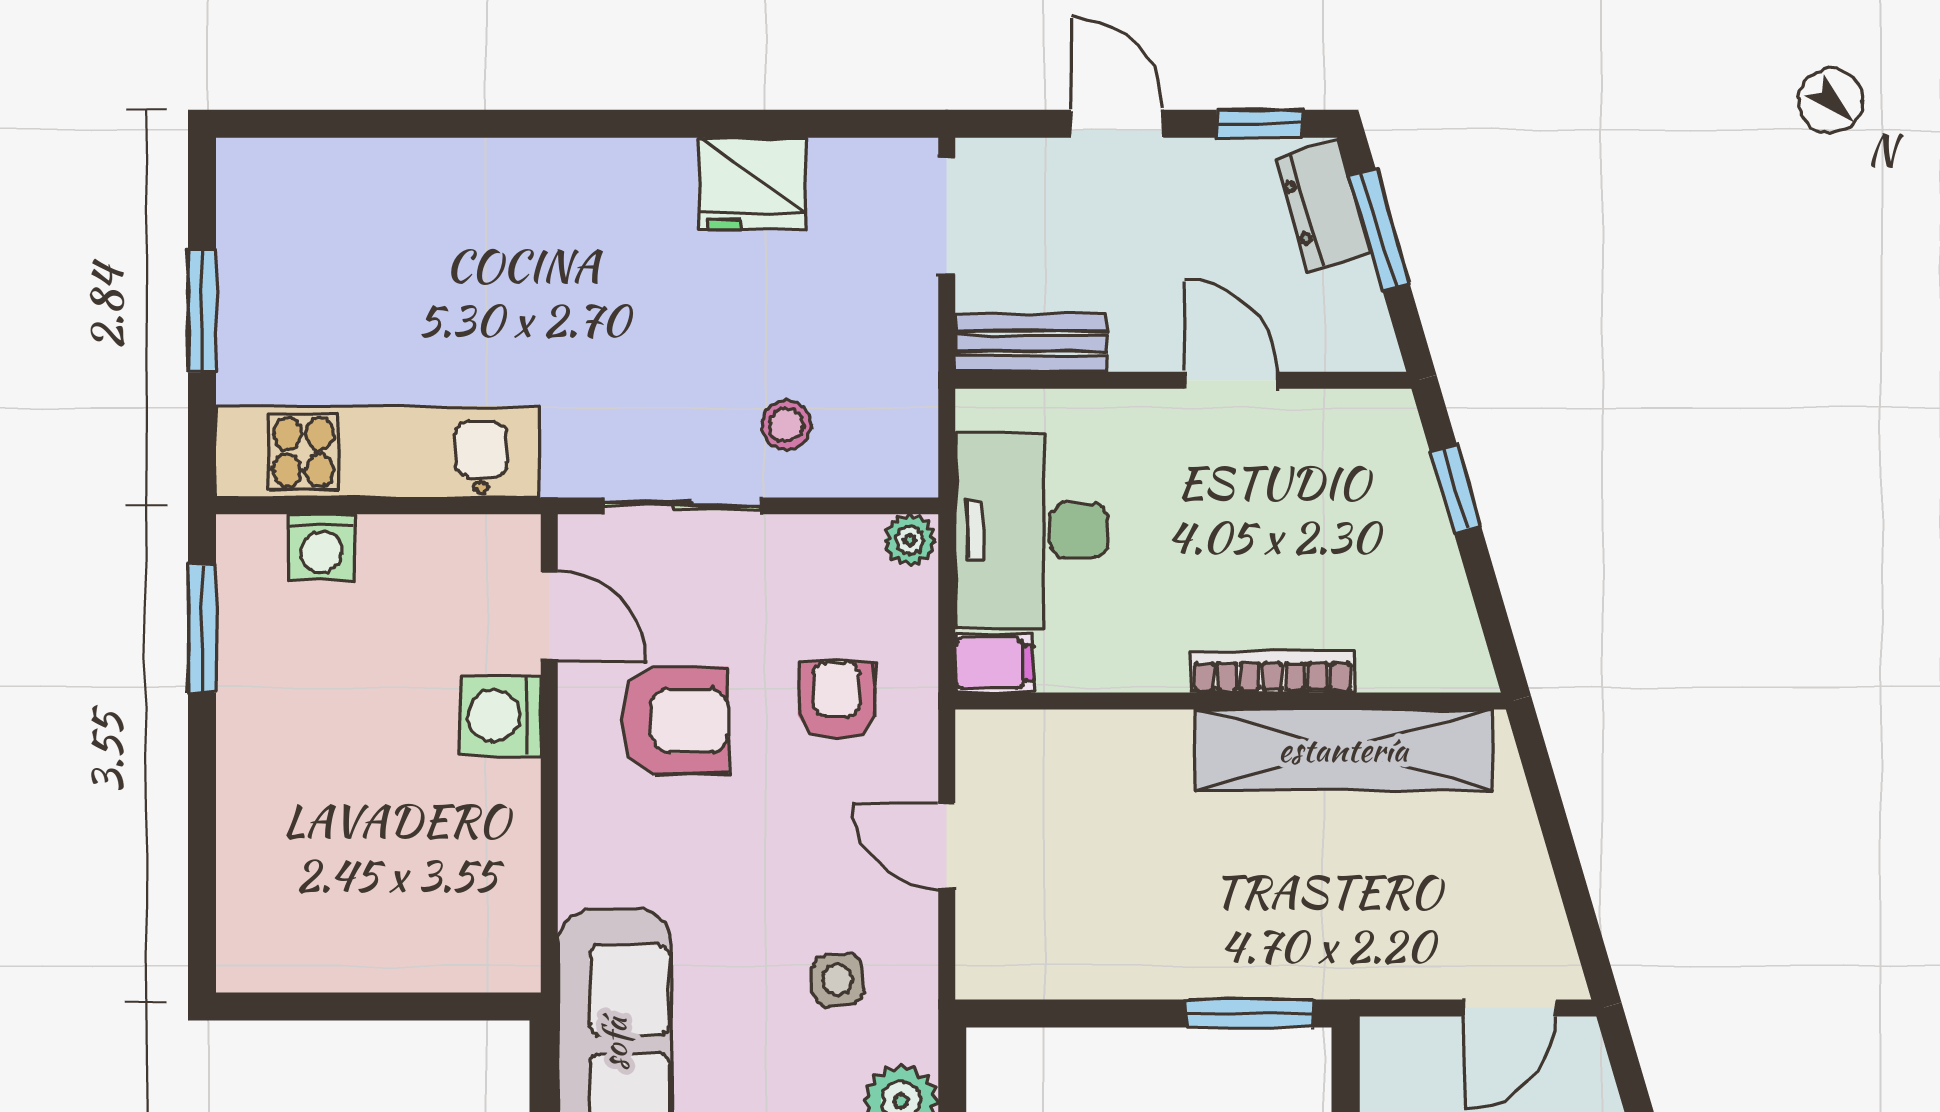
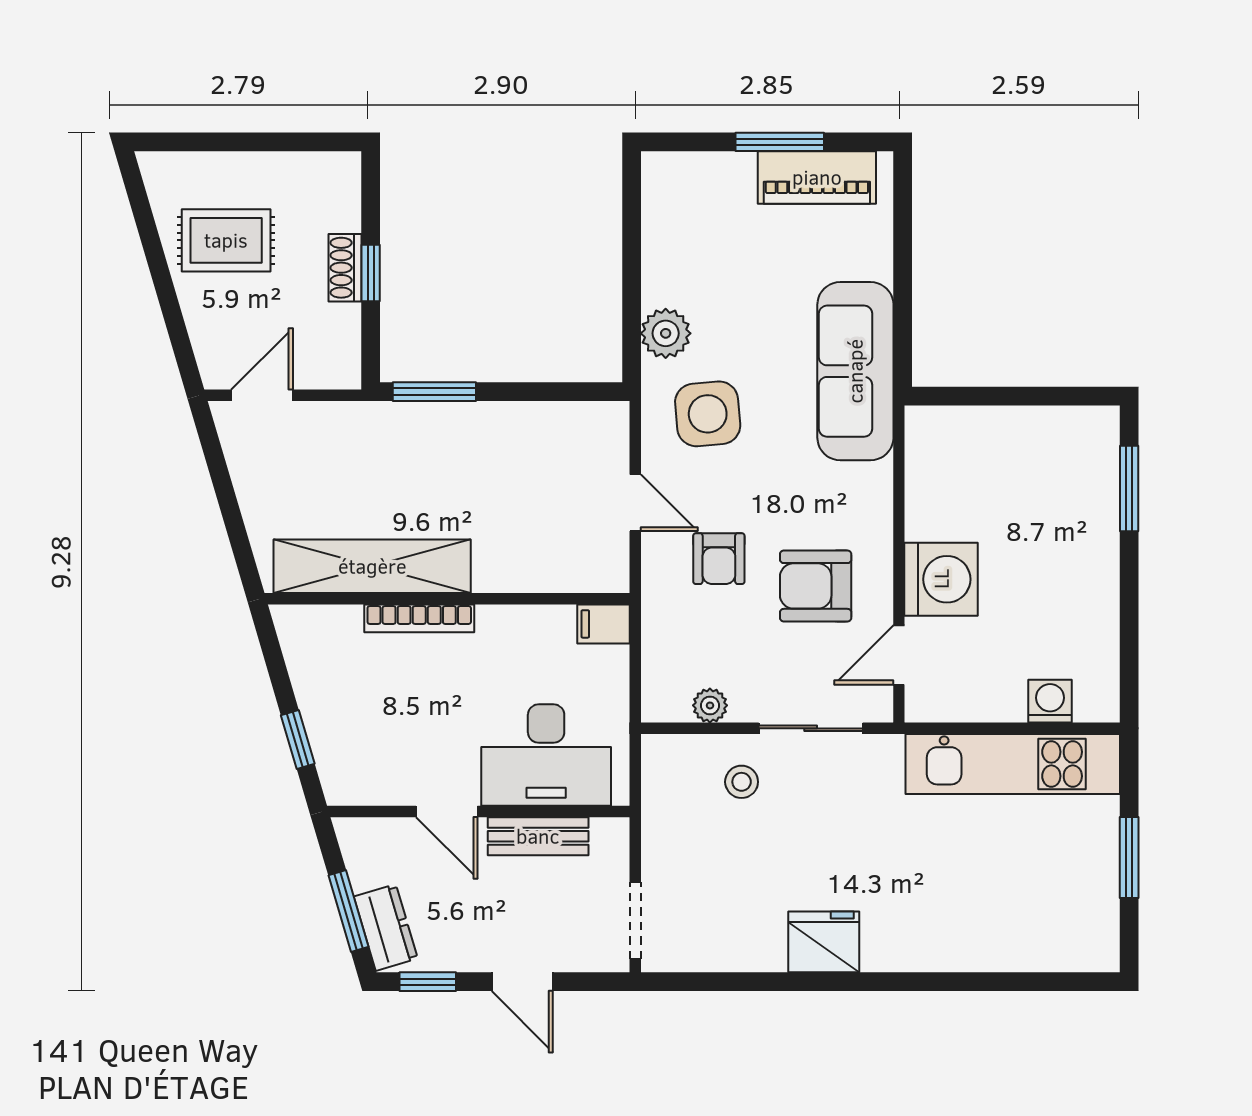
fridge: (752, 184) -> (824, 942), moved
bench: (1031, 343) -> (538, 836), moved
desk: (1032, 530) -> (546, 755), moved, turned 90
plant: (910, 540) -> (710, 705), moved
door: (549, 616) -> (899, 655), hinge flipped
window: (202, 628) -> (1129, 489), moved
armchair: (836, 700) -> (719, 559), moved
washing machine: (501, 716) -> (941, 579), width x1.37, depth x1.37
side table: (838, 980) -> (708, 414), width x1.87, depth x1.87

